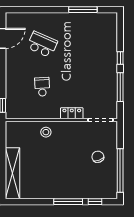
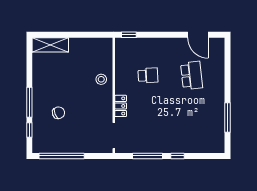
school desk: (42, 44) -> (192, 75), turned -30
chair: (98, 157) -> (59, 113), moved
shelving: (13, 173) -> (50, 45), width x0.68

